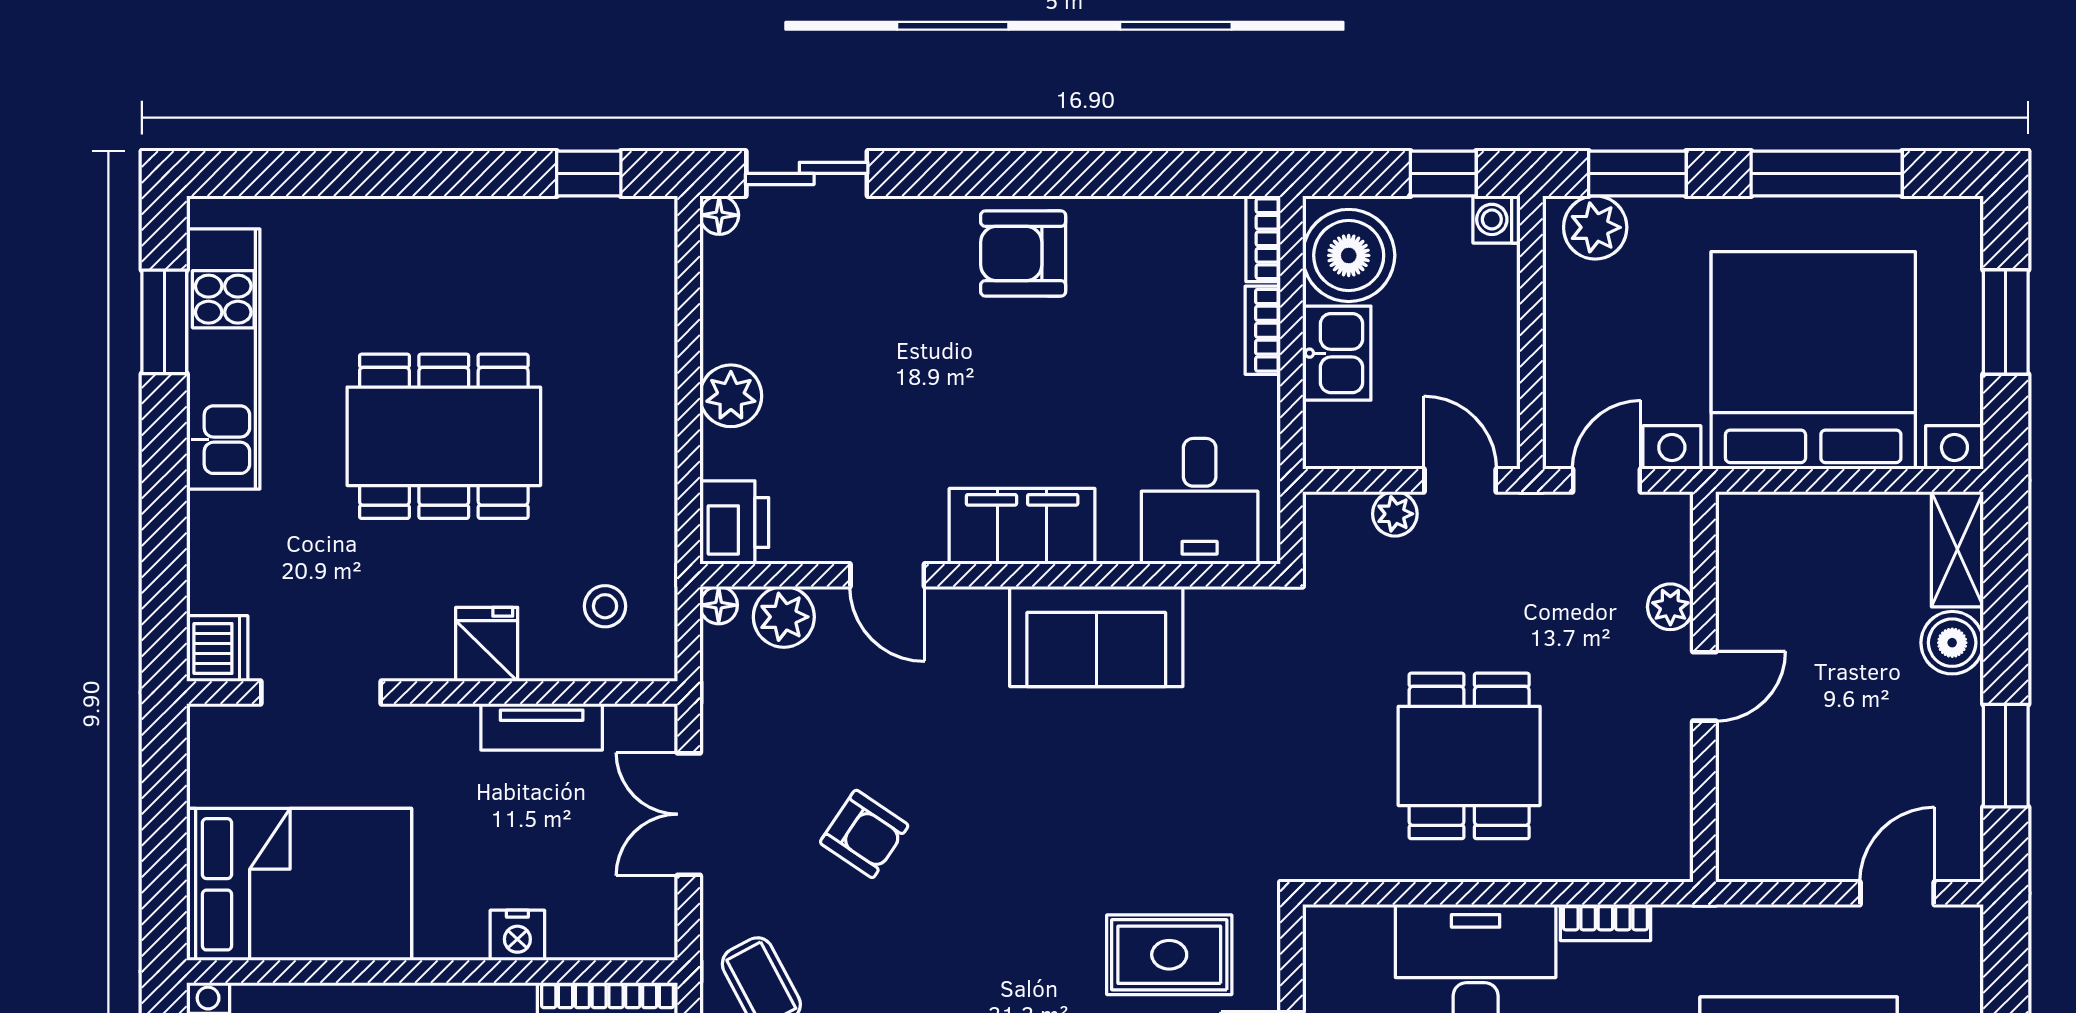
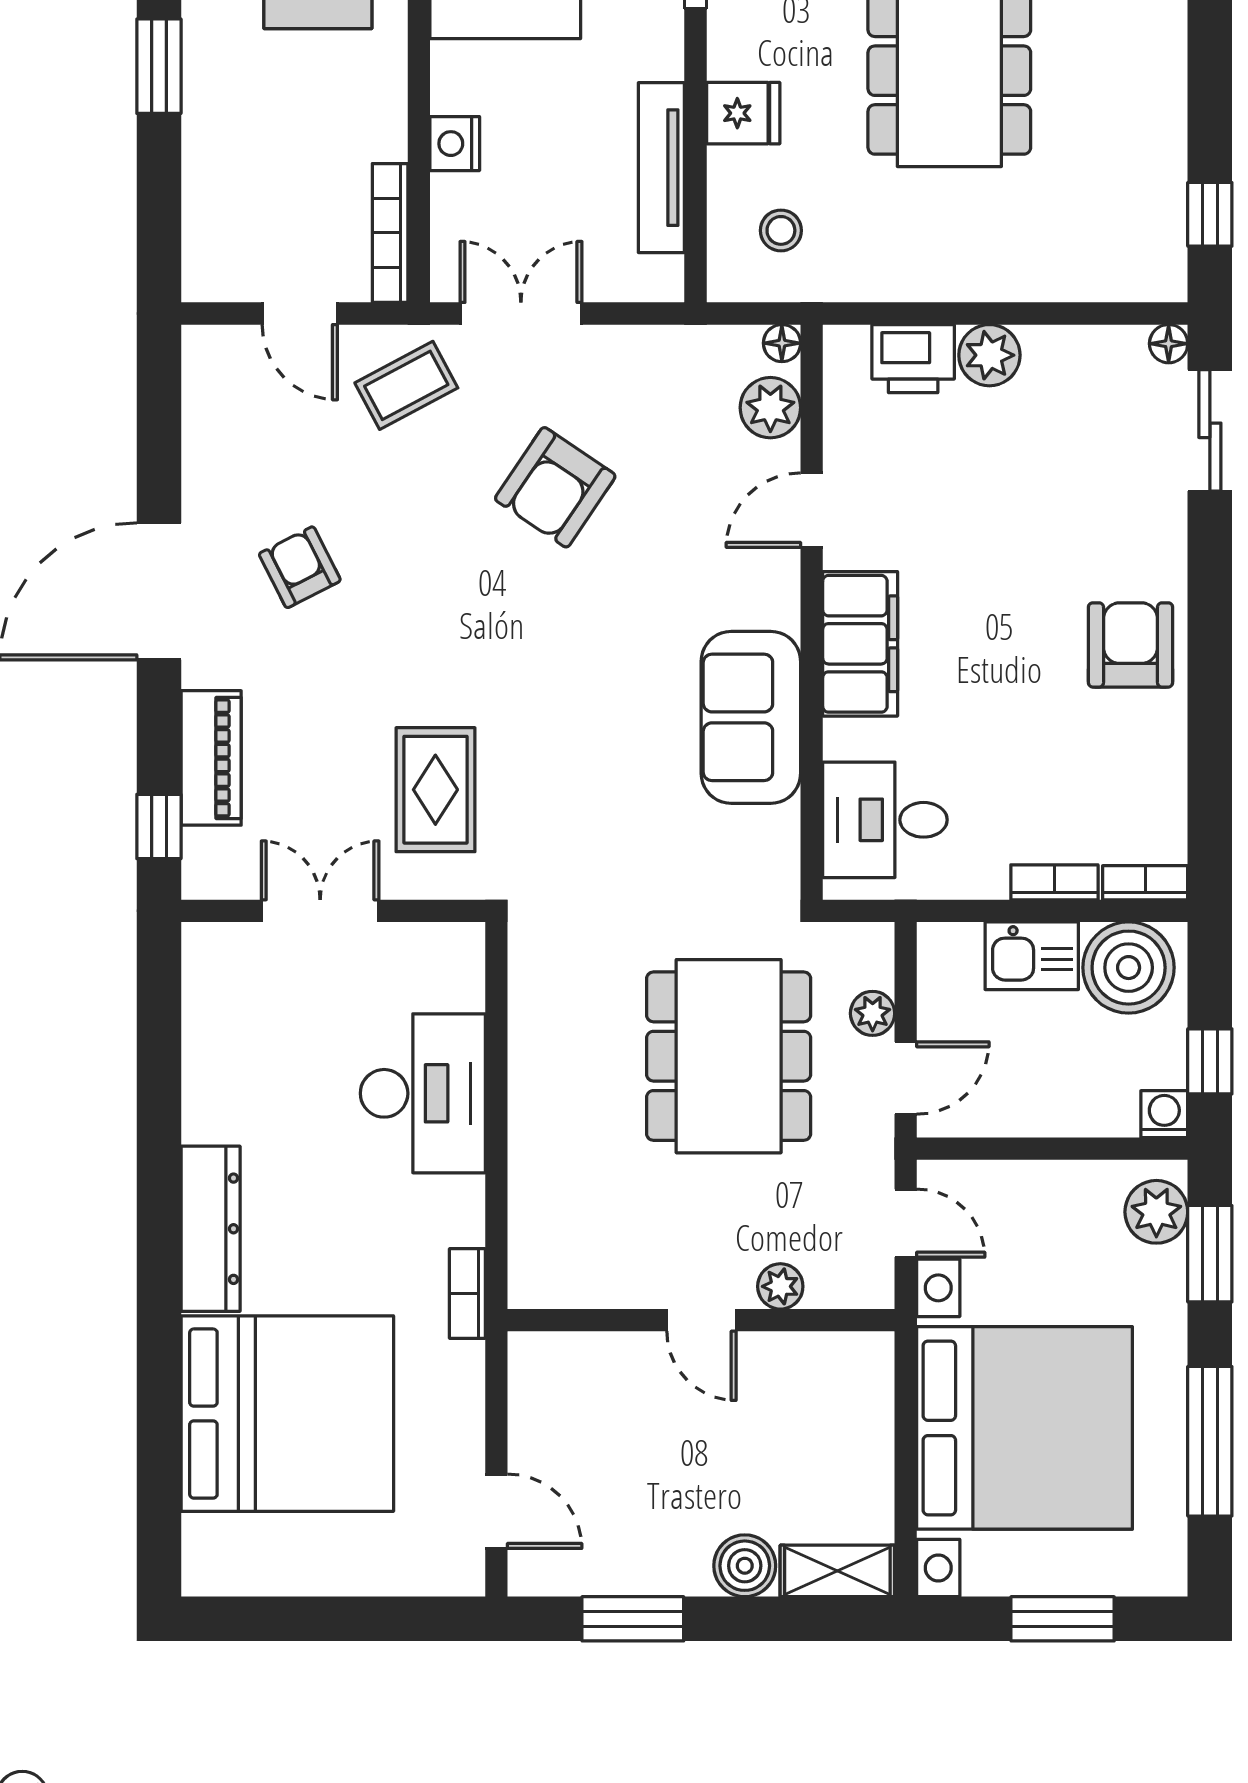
printer: (734, 522) -> (913, 359), moved
tv unit: (542, 727) -> (661, 168), width x1.41
dining table: (1469, 756) -> (729, 1056), moved, width x1.38
double door: (689, 814) -> (521, 313), moved
armchair: (864, 834) -> (555, 487), width x1.38, depth x1.38
bookcase: (1605, 923) -> (467, 1293), moved

